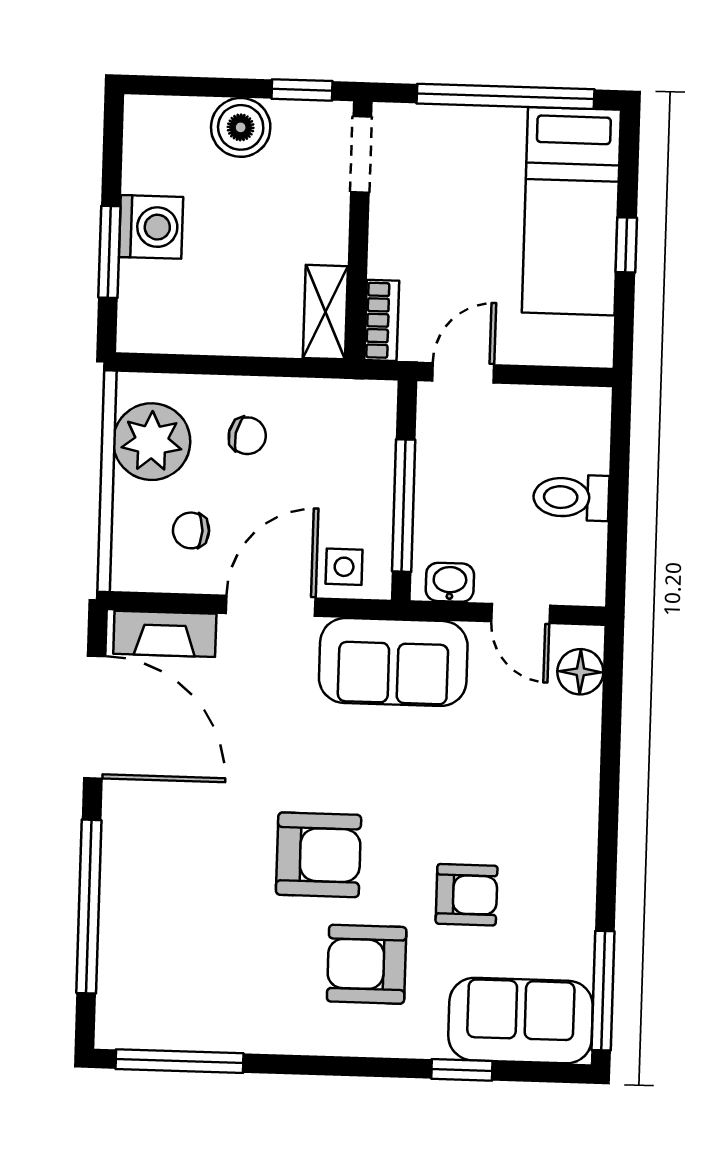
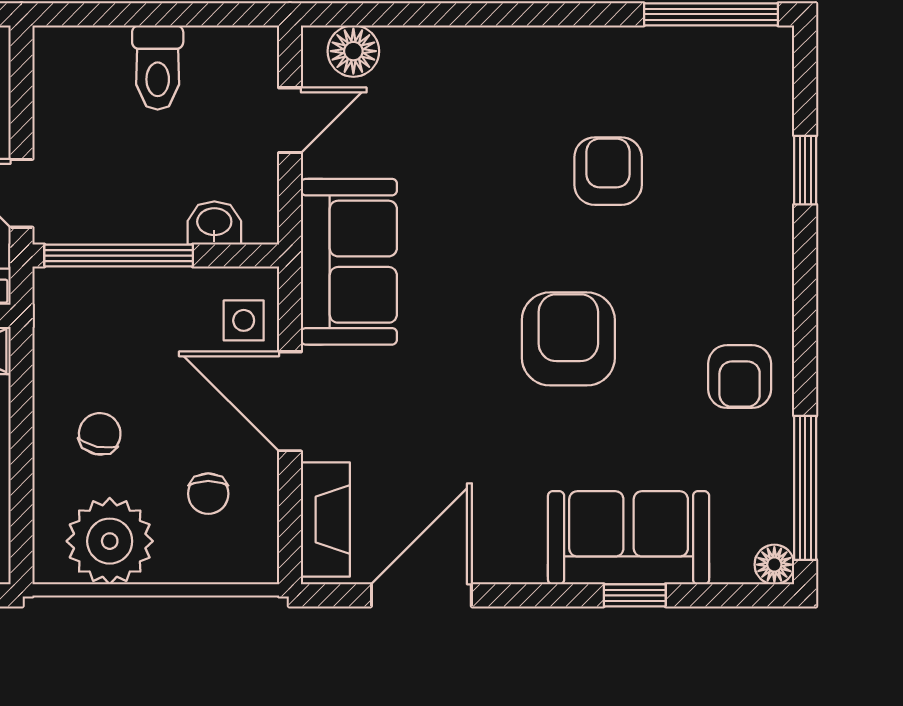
window: (404, 506) -> (119, 256), moved
washbasin: (450, 582) -> (214, 223), moved, turned 90
door: (95, 717) -> (421, 595), width x0.73
window: (89, 907) -> (635, 595), width x0.32
armchair: (367, 964) -> (740, 377), moved, width x0.72, depth x0.72
sofa: (521, 1021) -> (629, 538), moved, turned 90
floor lamp: (112, 1032) -> (774, 565), added

